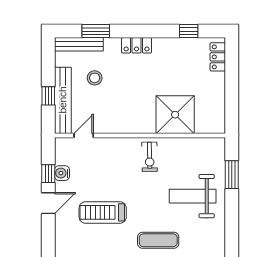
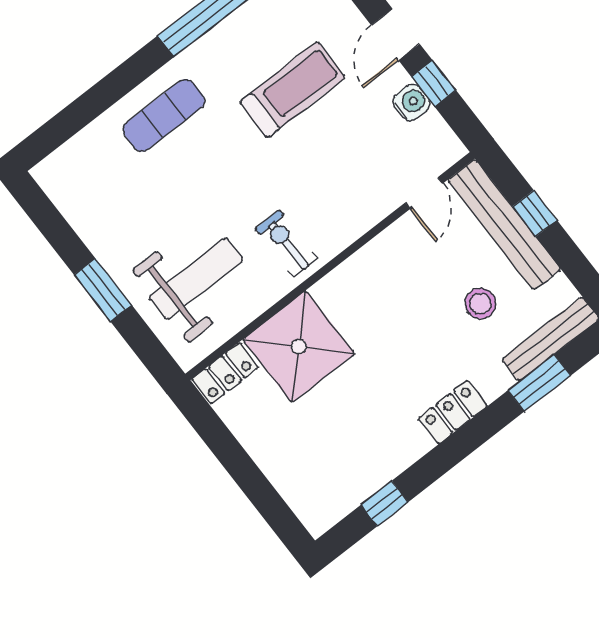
locker: (218, 57) -> (225, 373), moved, turned 90
window: (232, 175) -> (103, 290), moved
weight bench: (193, 196) -> (196, 279), moved

